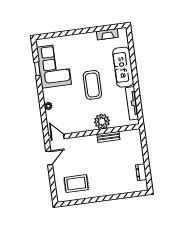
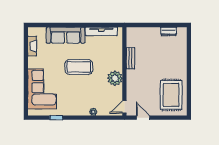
corner sofa: (54, 66) -> (42, 89), moved, turned 90
plant: (102, 121) -> (115, 78), moved
rug: (76, 184) -> (171, 95), width x1.36, depth x1.43

